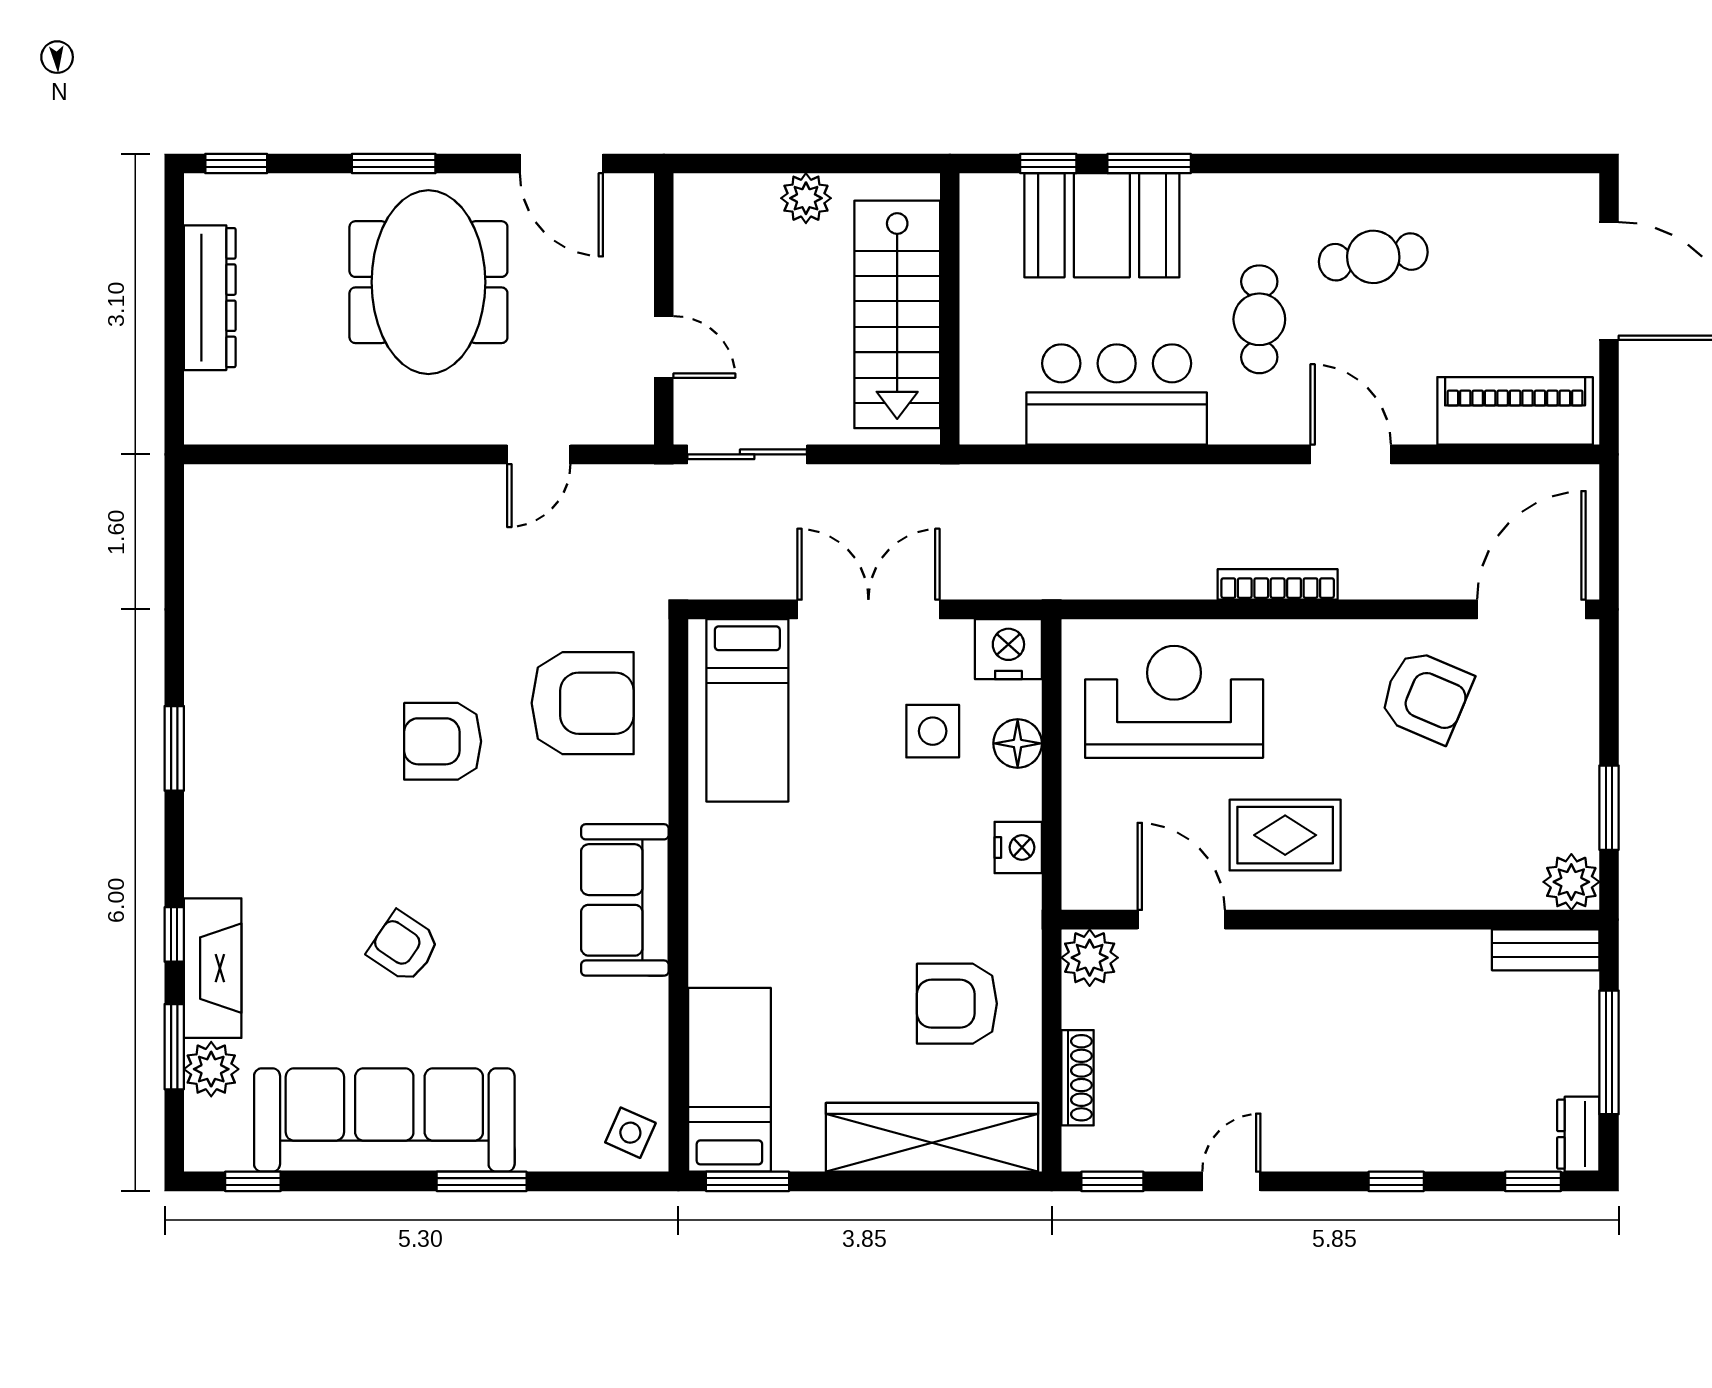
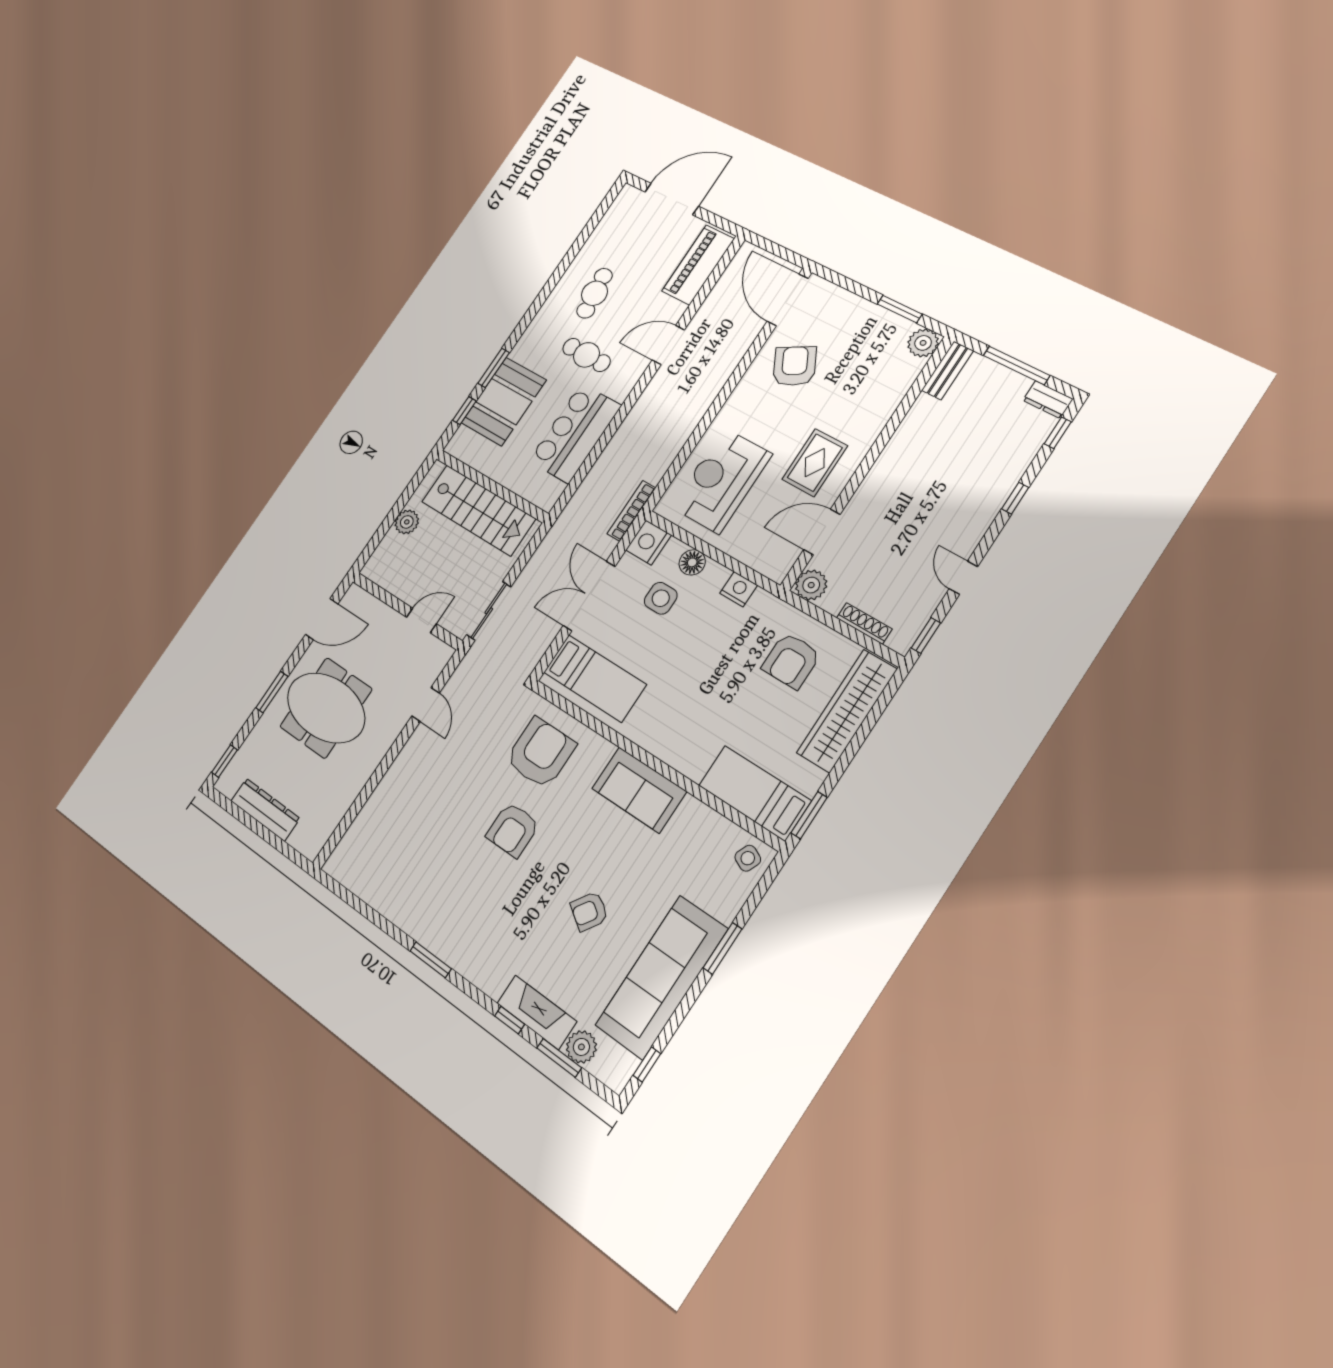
bookcase: (1278, 584) -> (631, 511), moved
armchair: (1426, 696) -> (795, 366), turned -52

